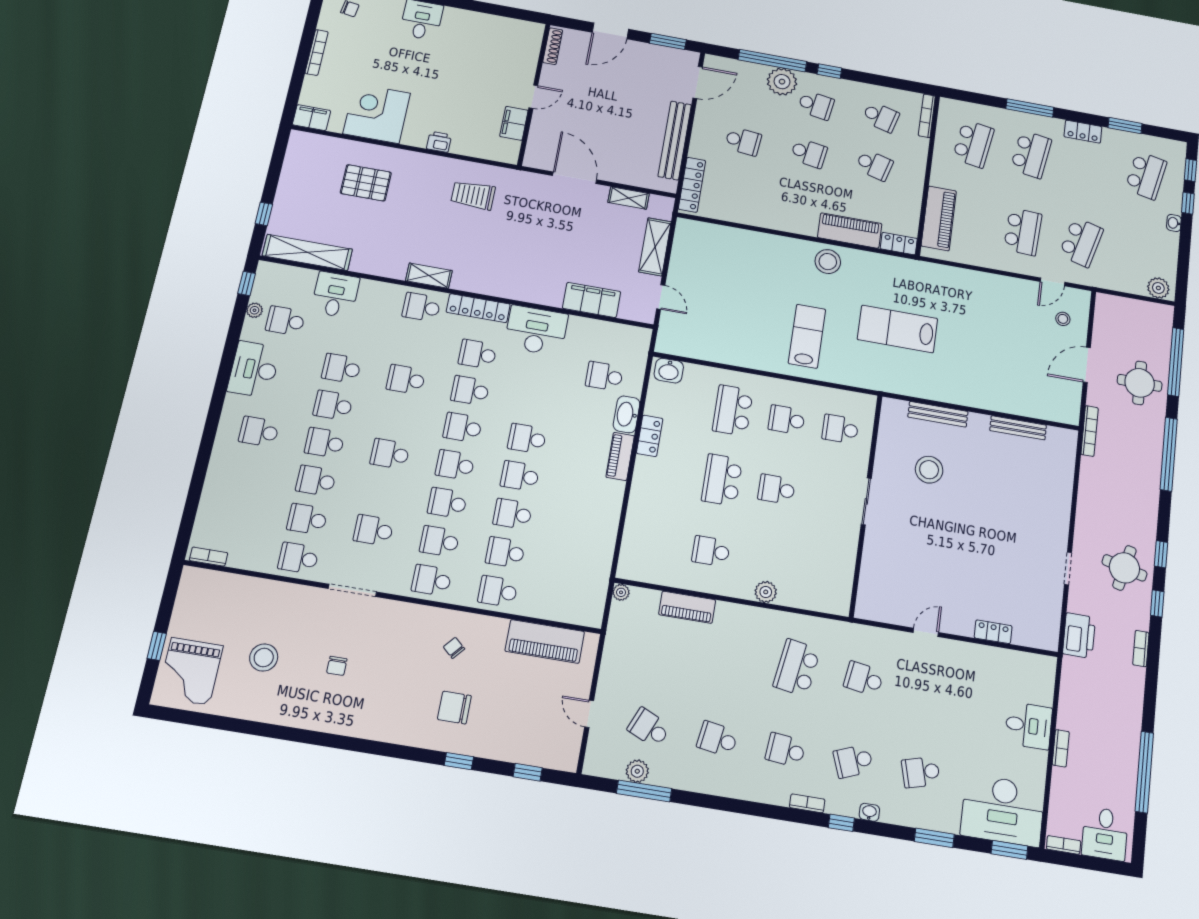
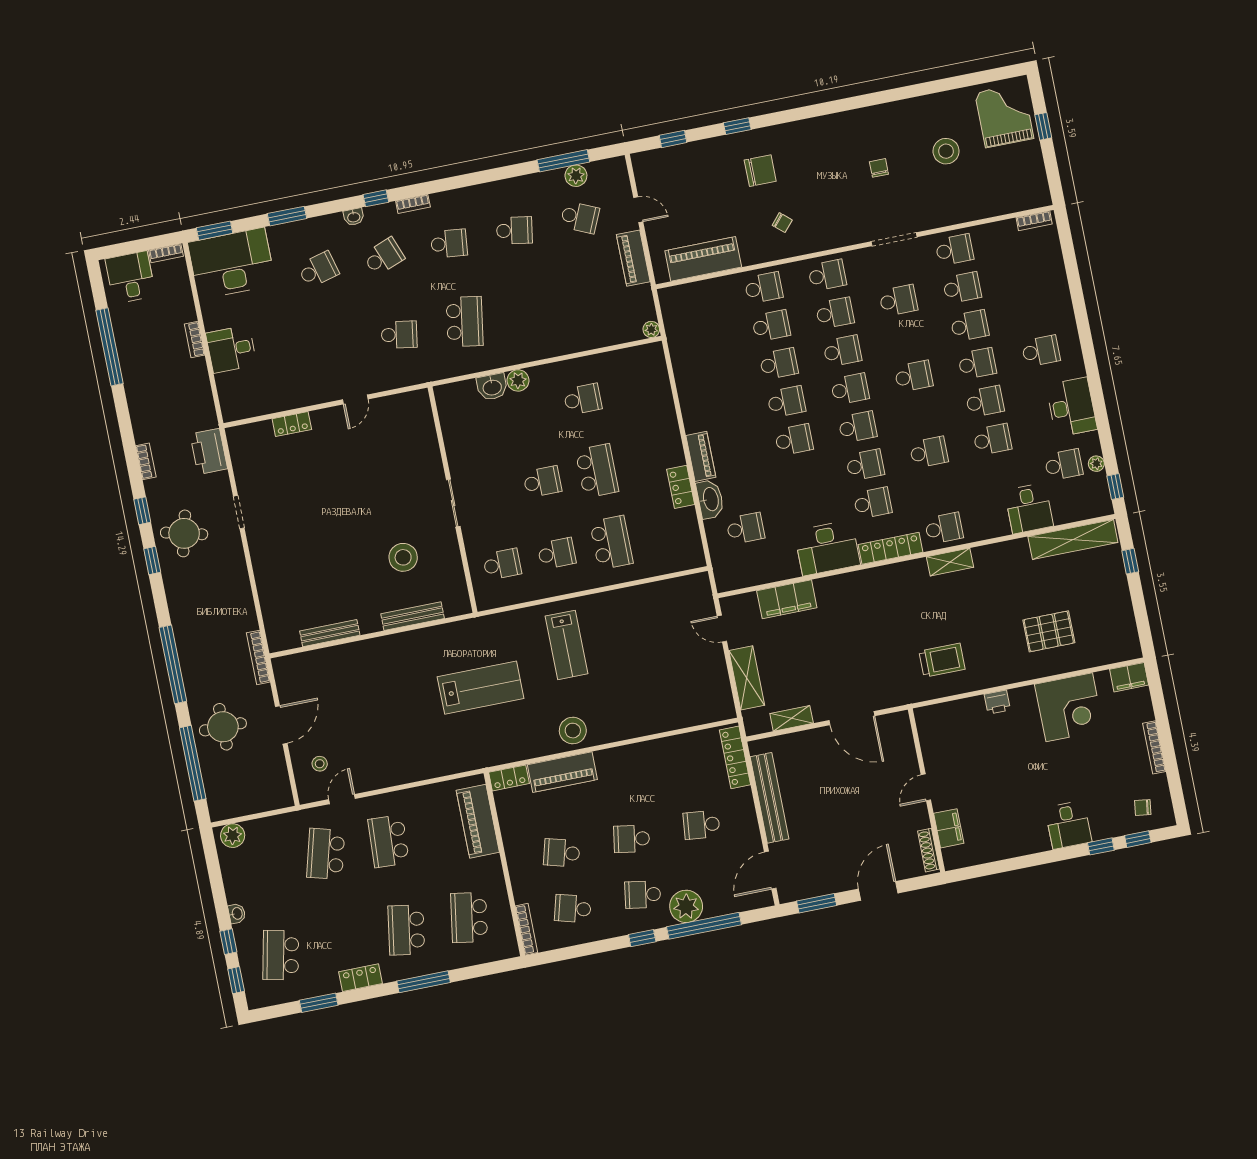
filing cabinet: (514, 123) -> (949, 828), moved
washbasin: (669, 371) -> (492, 387), moved, turned 180
piano: (687, 607) -> (633, 258), moved, turned -90

